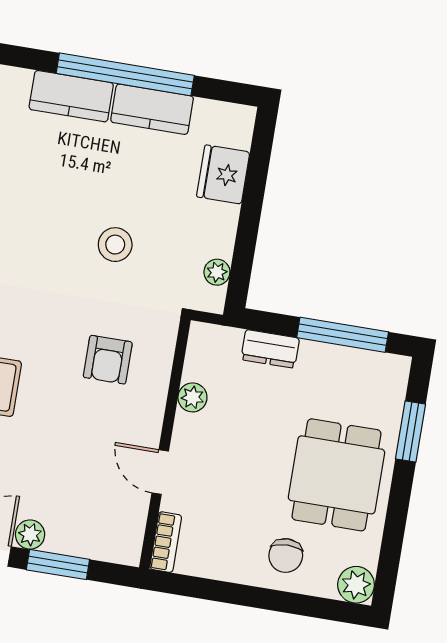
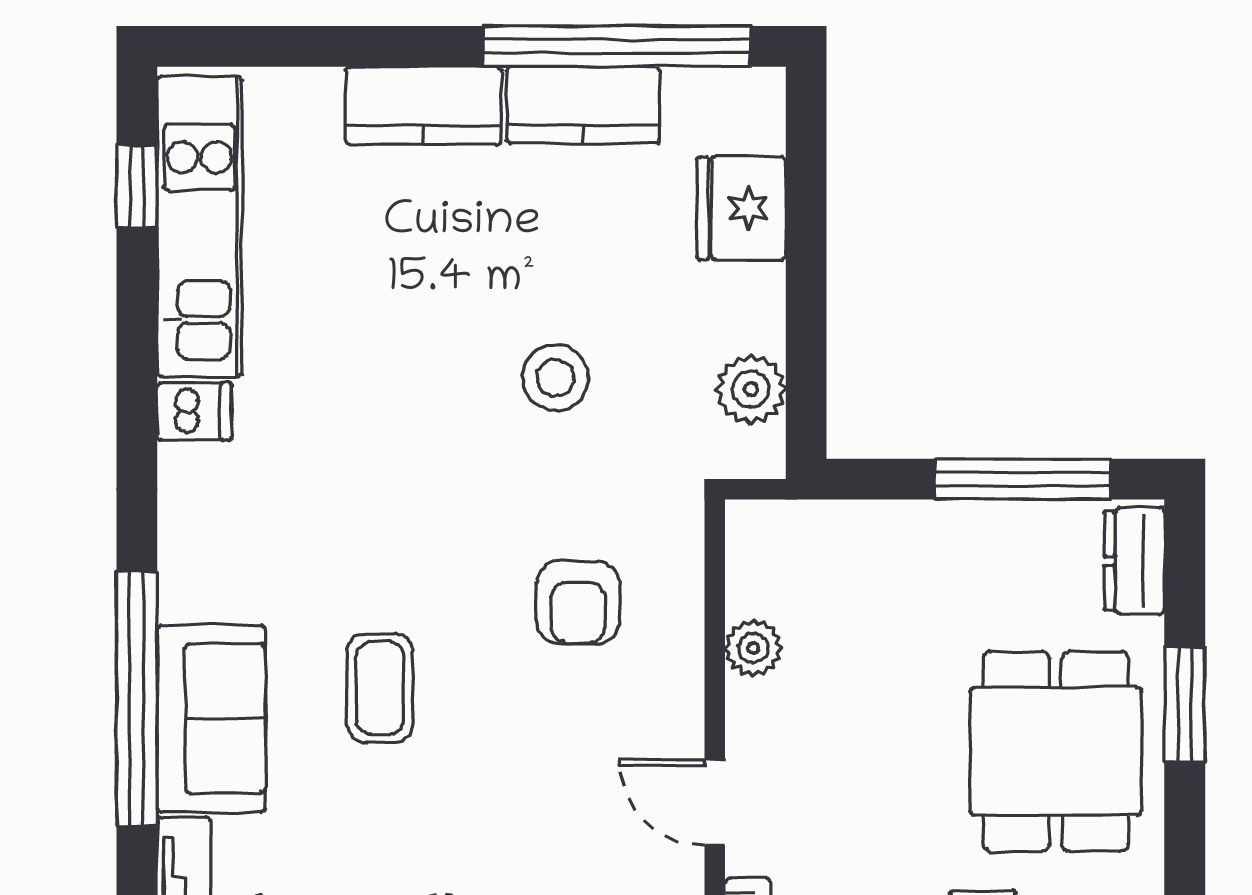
window: (125, 74) -> (617, 46), moved
plant: (217, 272) -> (751, 389), width x1.38, depth x1.38
dresser: (270, 349) -> (1134, 561), moved, turned 90
window: (411, 431) -> (1185, 704), moved

